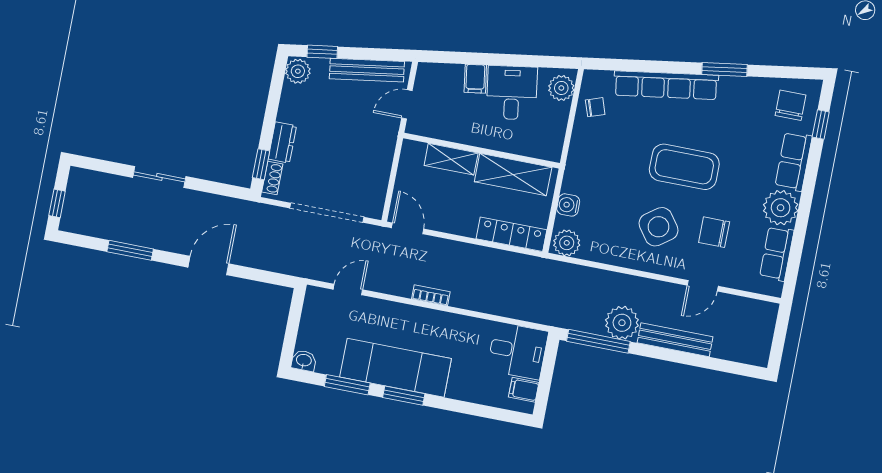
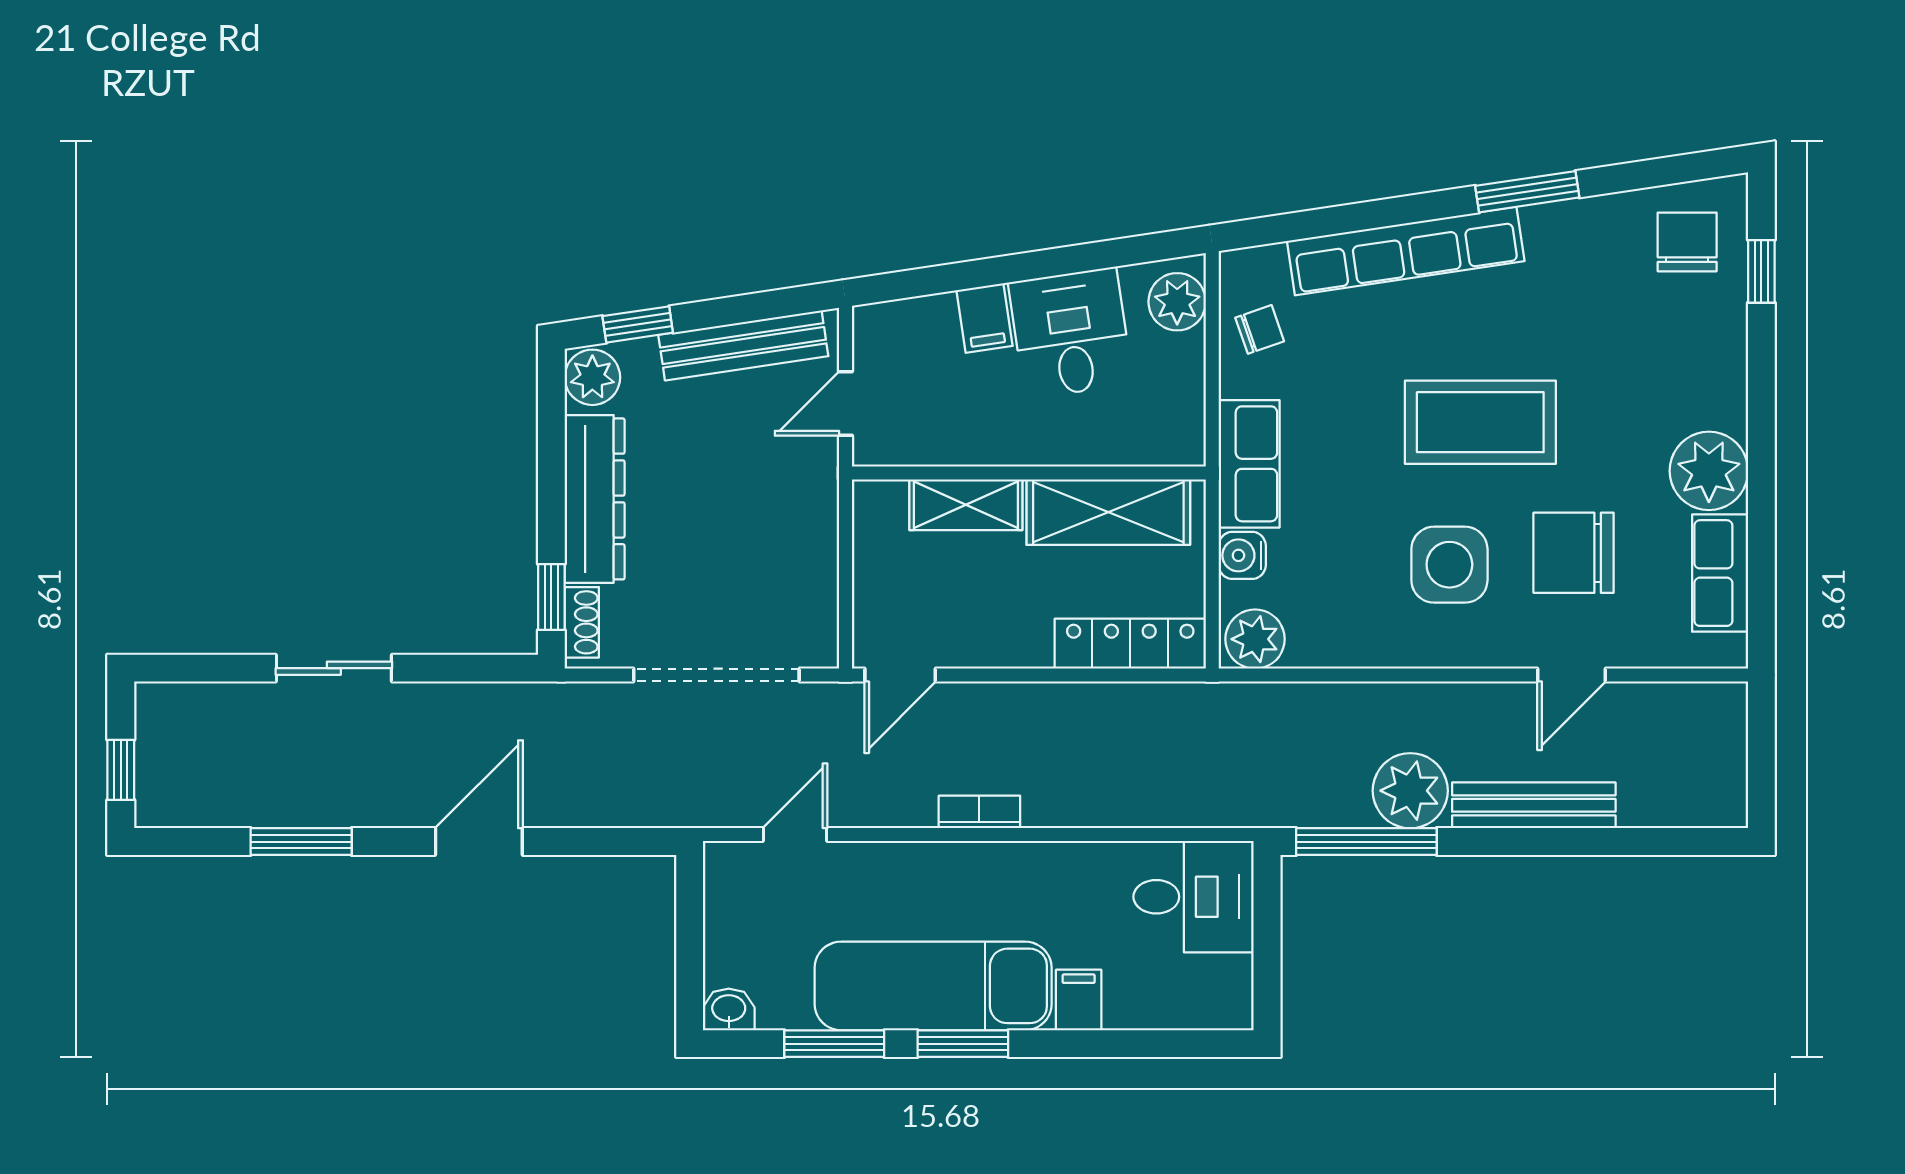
dresser: (282, 142) -> (595, 499), width x1.96, depth x1.24
row of seats: (794, 161) -> (1249, 464), moved, turned 180
side table: (659, 227) -> (1449, 565), turned 36
door: (408, 228) -> (900, 675), swing flipped
chair: (714, 232) -> (1574, 553), width x1.37, depth x1.37
filing cabinet: (524, 390) -> (1079, 1000), moved, turned 90

